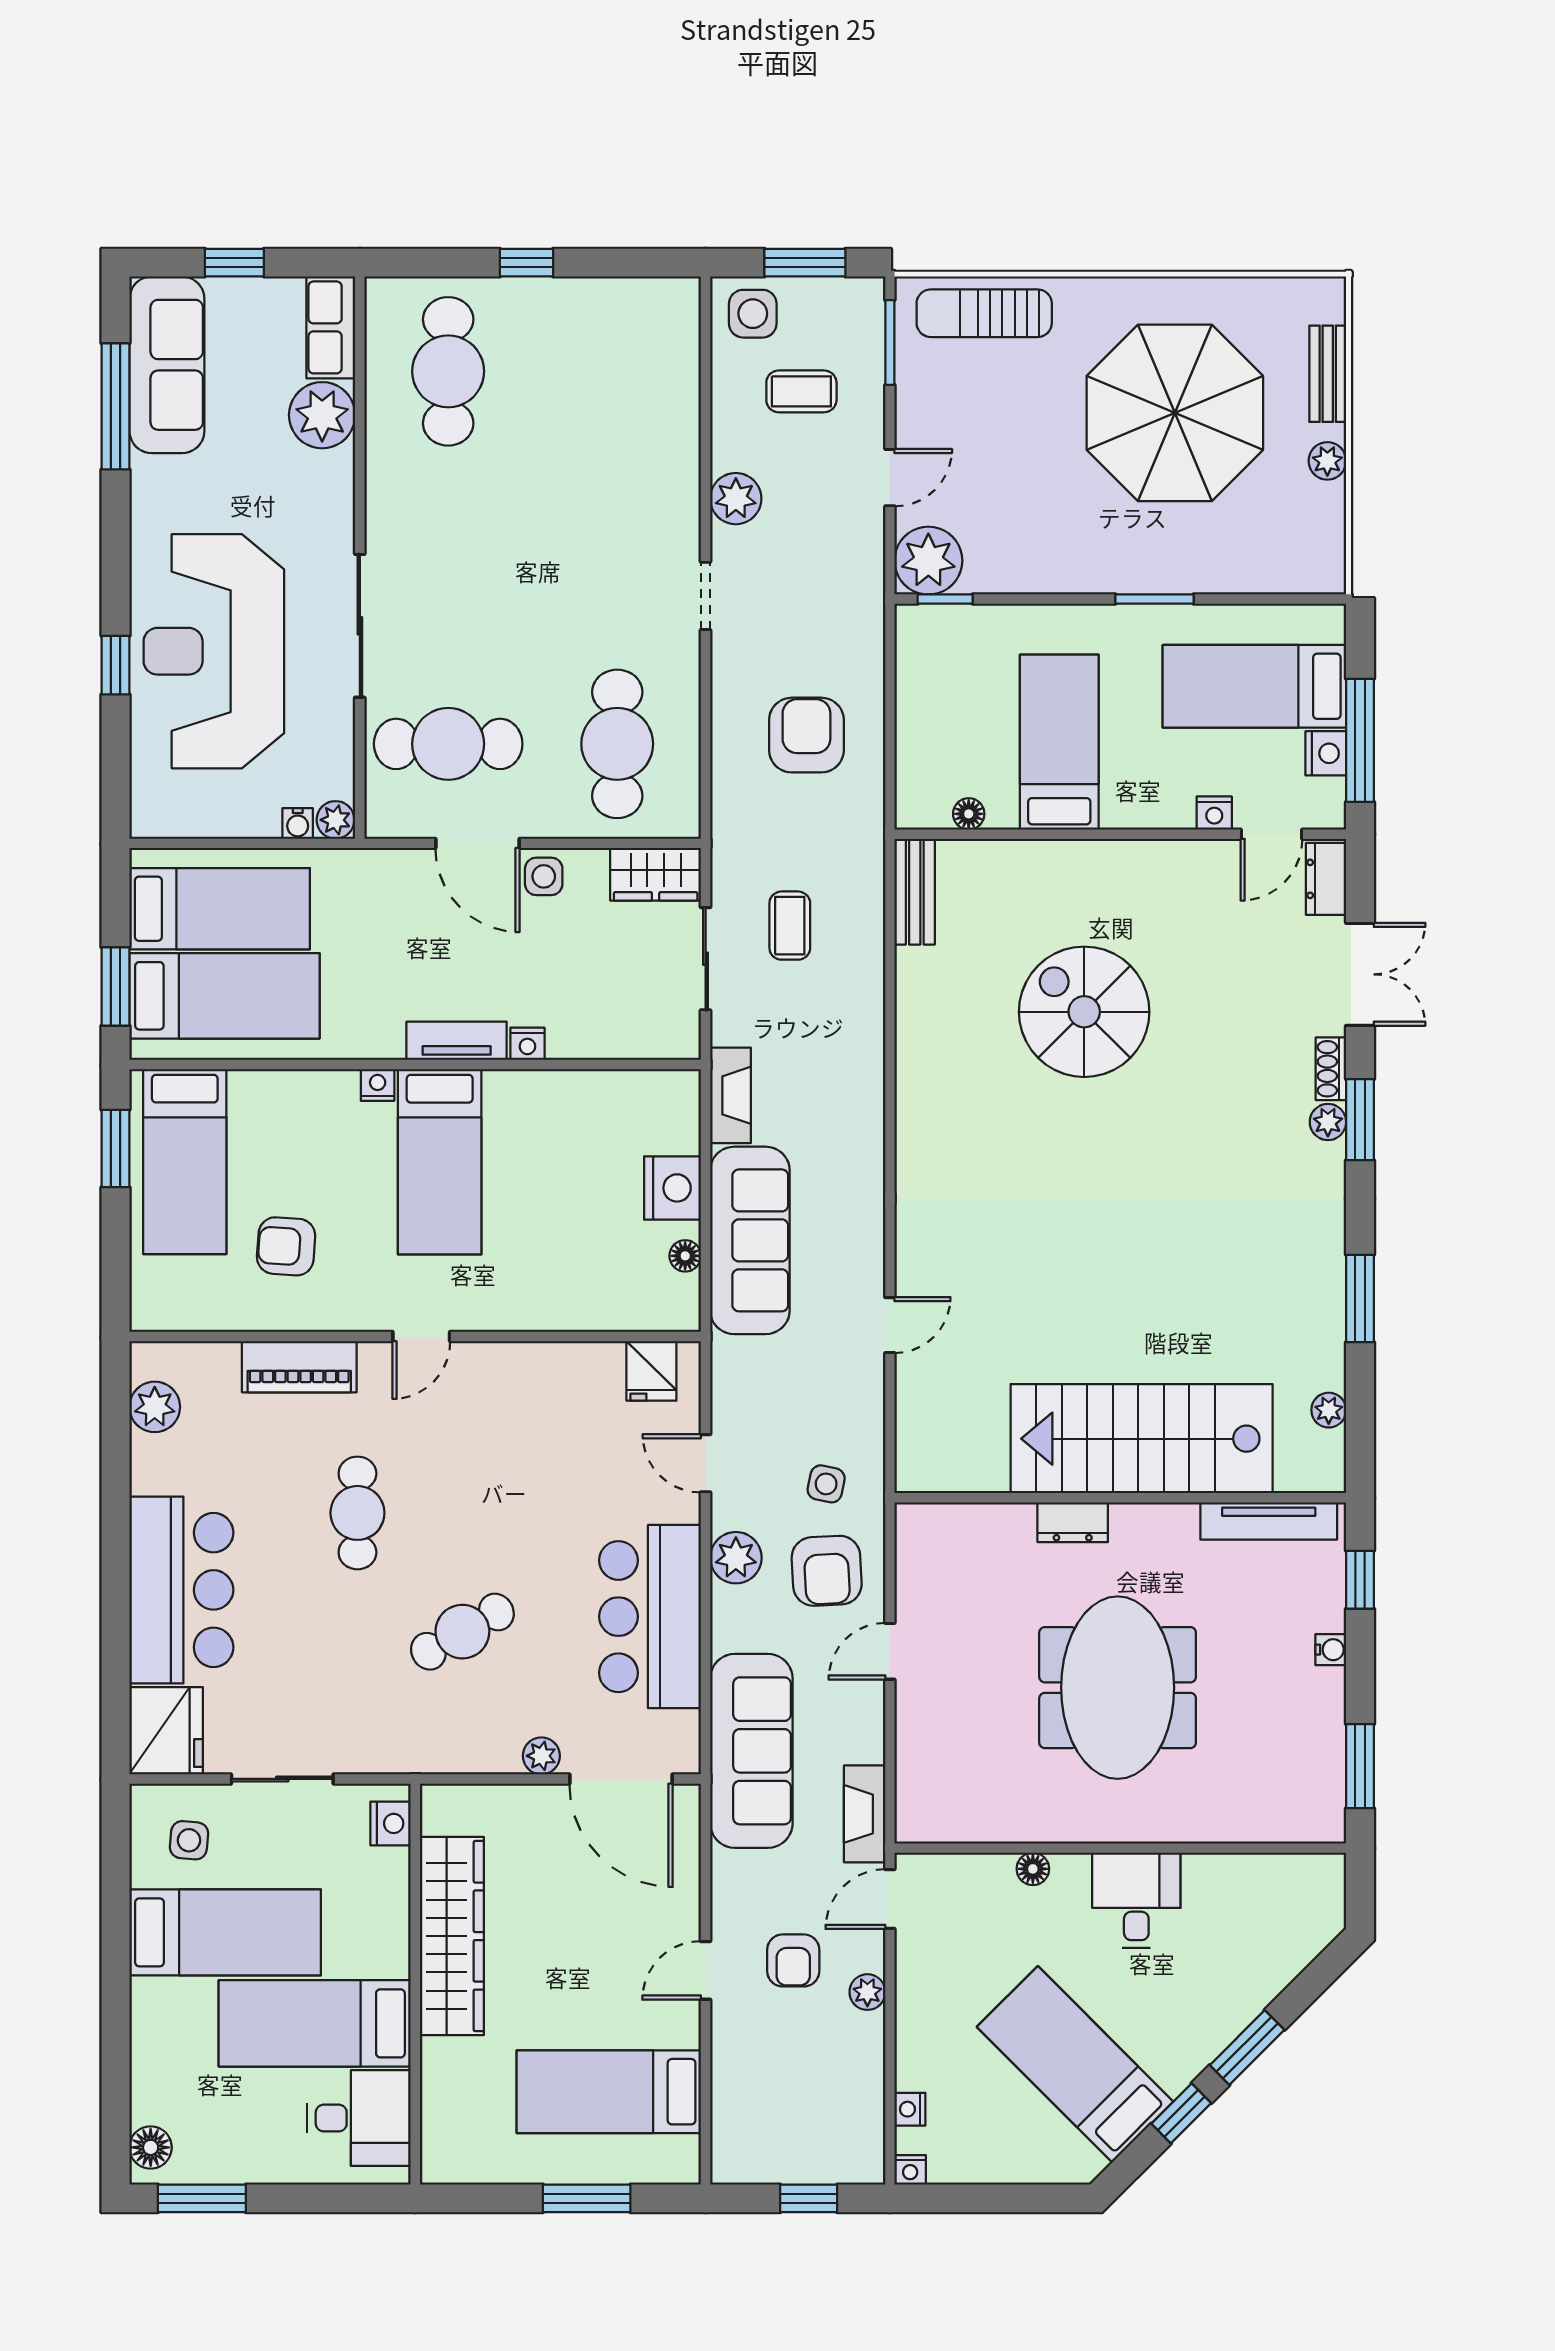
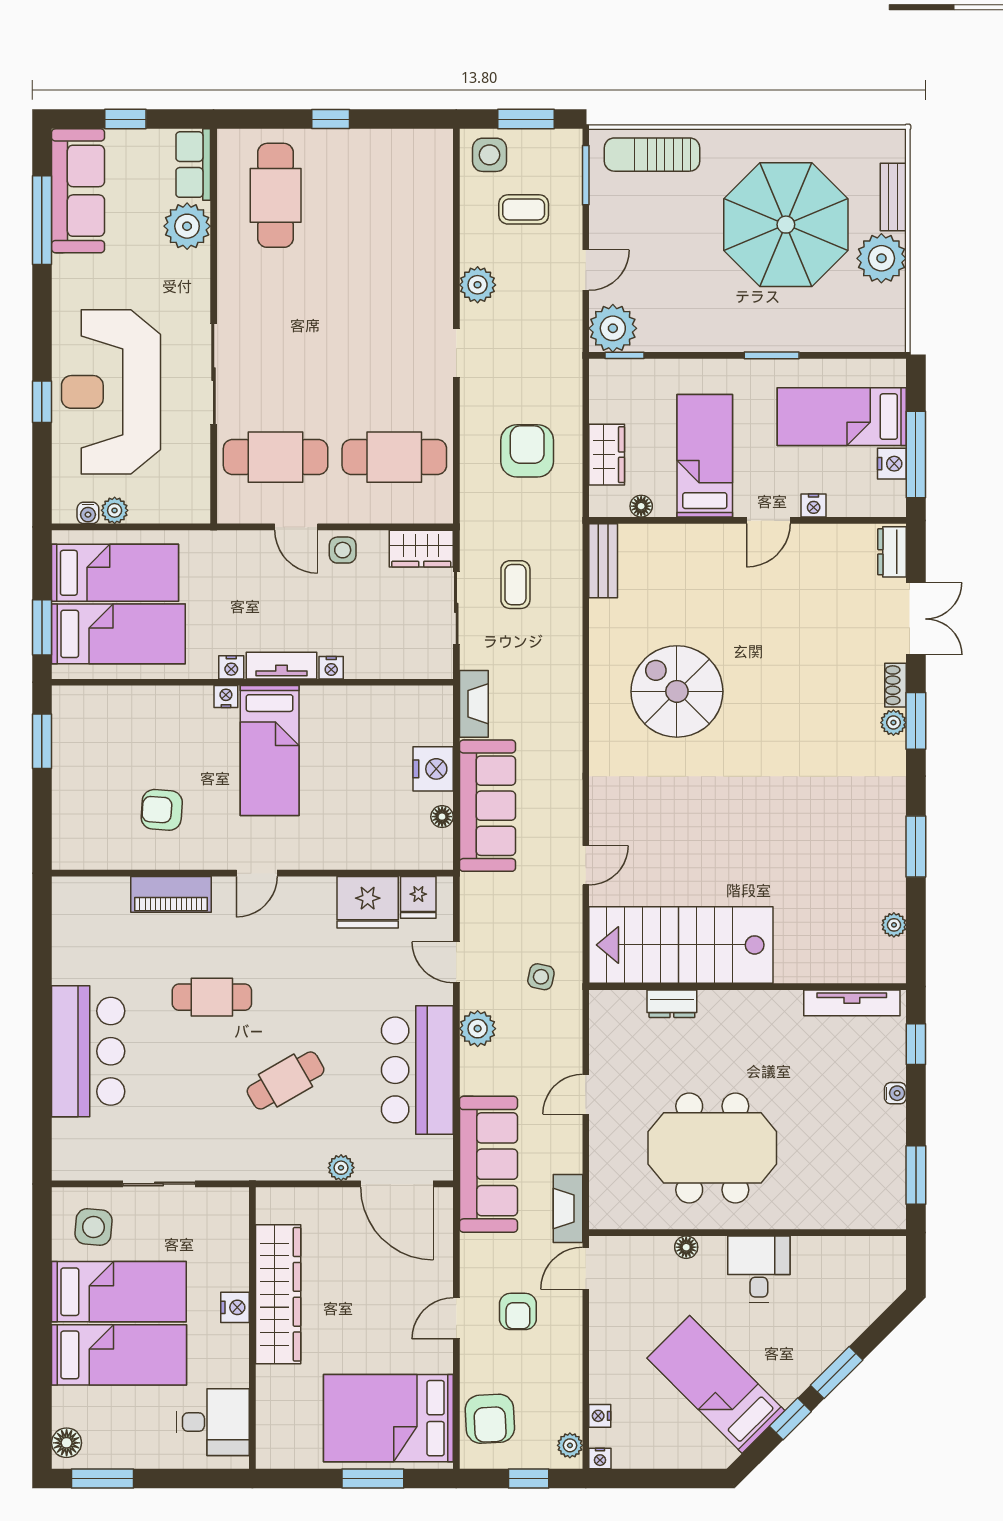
plant: (1327, 461) -> (881, 258), width x1.87, depth x1.87
wardrobe: (920, 741) -> (607, 455), added
cafe table: (617, 744) -> (394, 457), turned 90
plant: (336, 820) -> (115, 510), moved
water cooler: (298, 823) -> (88, 513), moved
door: (1271, 834) -> (768, 520), moved
door: (477, 843) -> (296, 527), width x0.73
spiral stairs: (1084, 1012) -> (677, 691), moved
nightstand: (385, 1043) -> (231, 667), added
bed: (185, 1162) -> (91, 750), removed
plant: (155, 1407) -> (69, 923), removed
stairs: (1142, 1439) -> (681, 945), moved
cafe table: (357, 1513) -> (212, 997), turned 90
dresser: (1073, 1522) -> (672, 1004), moved
armchair: (827, 1571) -> (490, 1419), moved
meeting table: (1118, 1688) -> (712, 1148), moved, turned 90
fridge: (166, 1731) -> (368, 902), moved, turned 90
nightstand: (390, 1823) -> (235, 1307), moved
side table: (189, 1840) -> (94, 1227), width x1.37, depth x1.37
plant: (867, 1992) -> (570, 1445), moved
bed: (315, 2023) -> (119, 1355), moved, turned 180
bed: (609, 2092) -> (388, 1418), width x1.50

